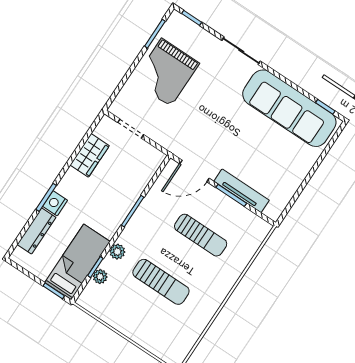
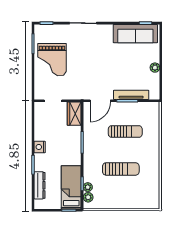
sofa: (289, 108) -> (135, 34), width x0.74, depth x0.79
wardrobe: (90, 155) -> (74, 114), moved, turned 180
plant: (298, 175) -> (155, 68), added
nightstand: (55, 203) -> (40, 147), moved
plant: (117, 252) -> (88, 197), moved

